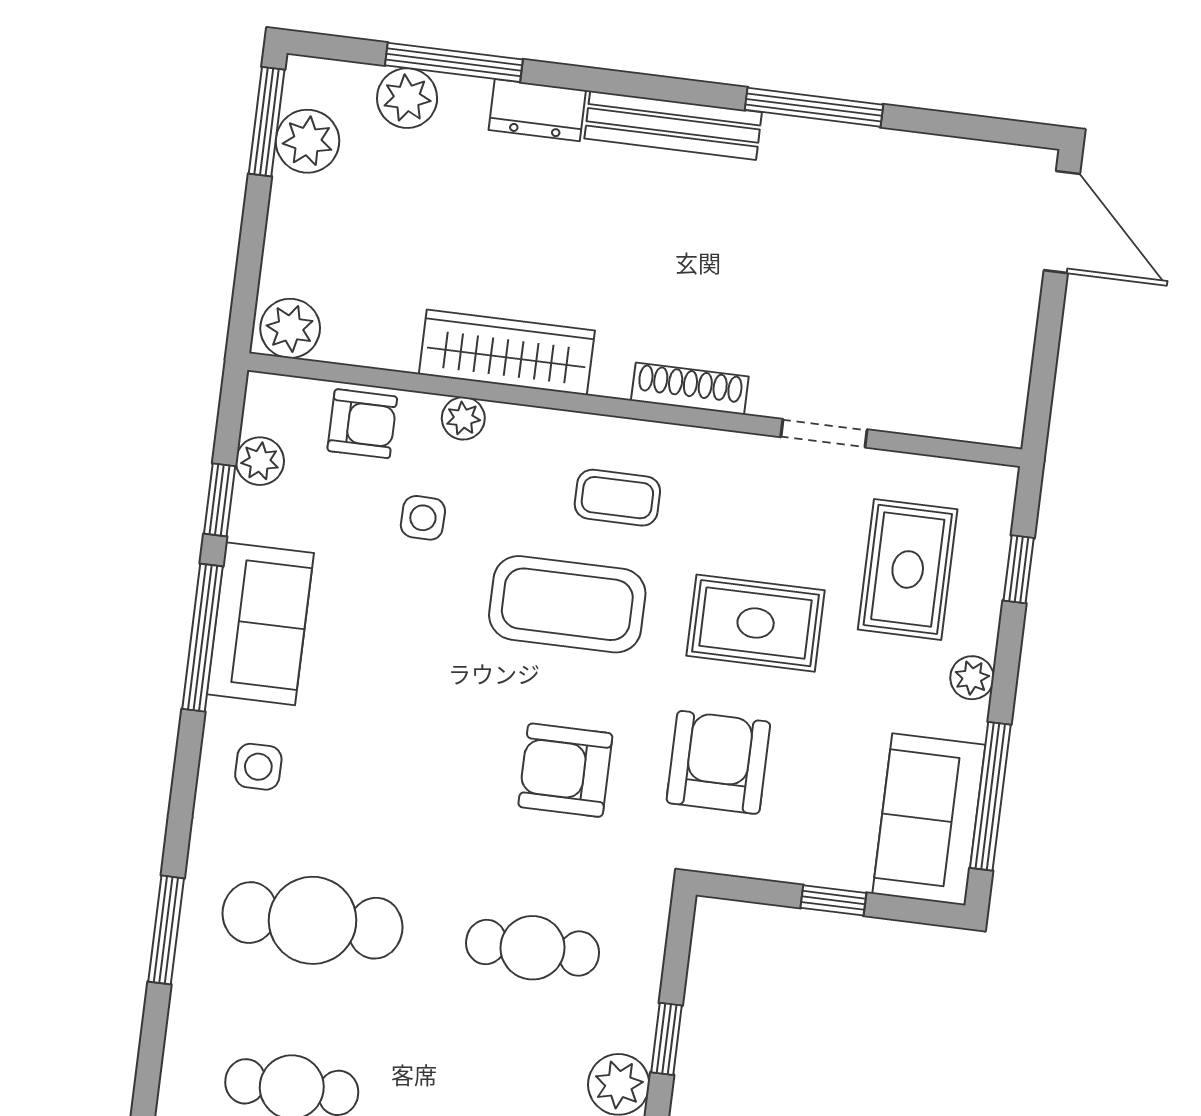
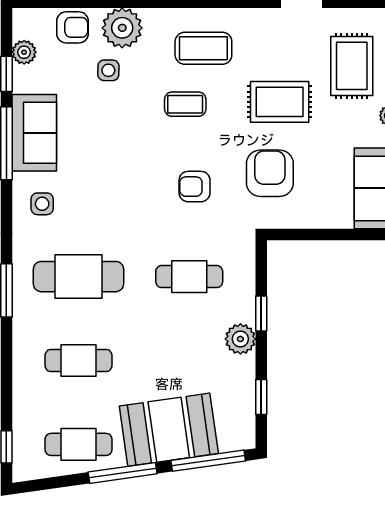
plant: (463, 418) -> (122, 28), width x1.87, depth x1.87
coffee table: (617, 498) -> (203, 48), width x1.36, depth x1.30
coffee table: (567, 604) -> (185, 104), width x0.54, depth x0.58
armchair: (565, 770) -> (195, 187), width x0.72, depth x0.72
window: (833, 900) -> (335, 235), removed

